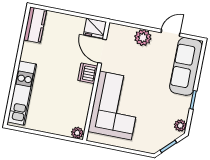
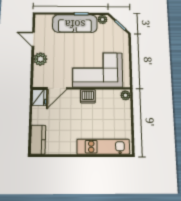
kitchen counter: (35, 25) -> (38, 140), moved, turned 90
sofa: (186, 66) -> (75, 24), moved
dishwasher: (88, 73) -> (88, 96), moved

